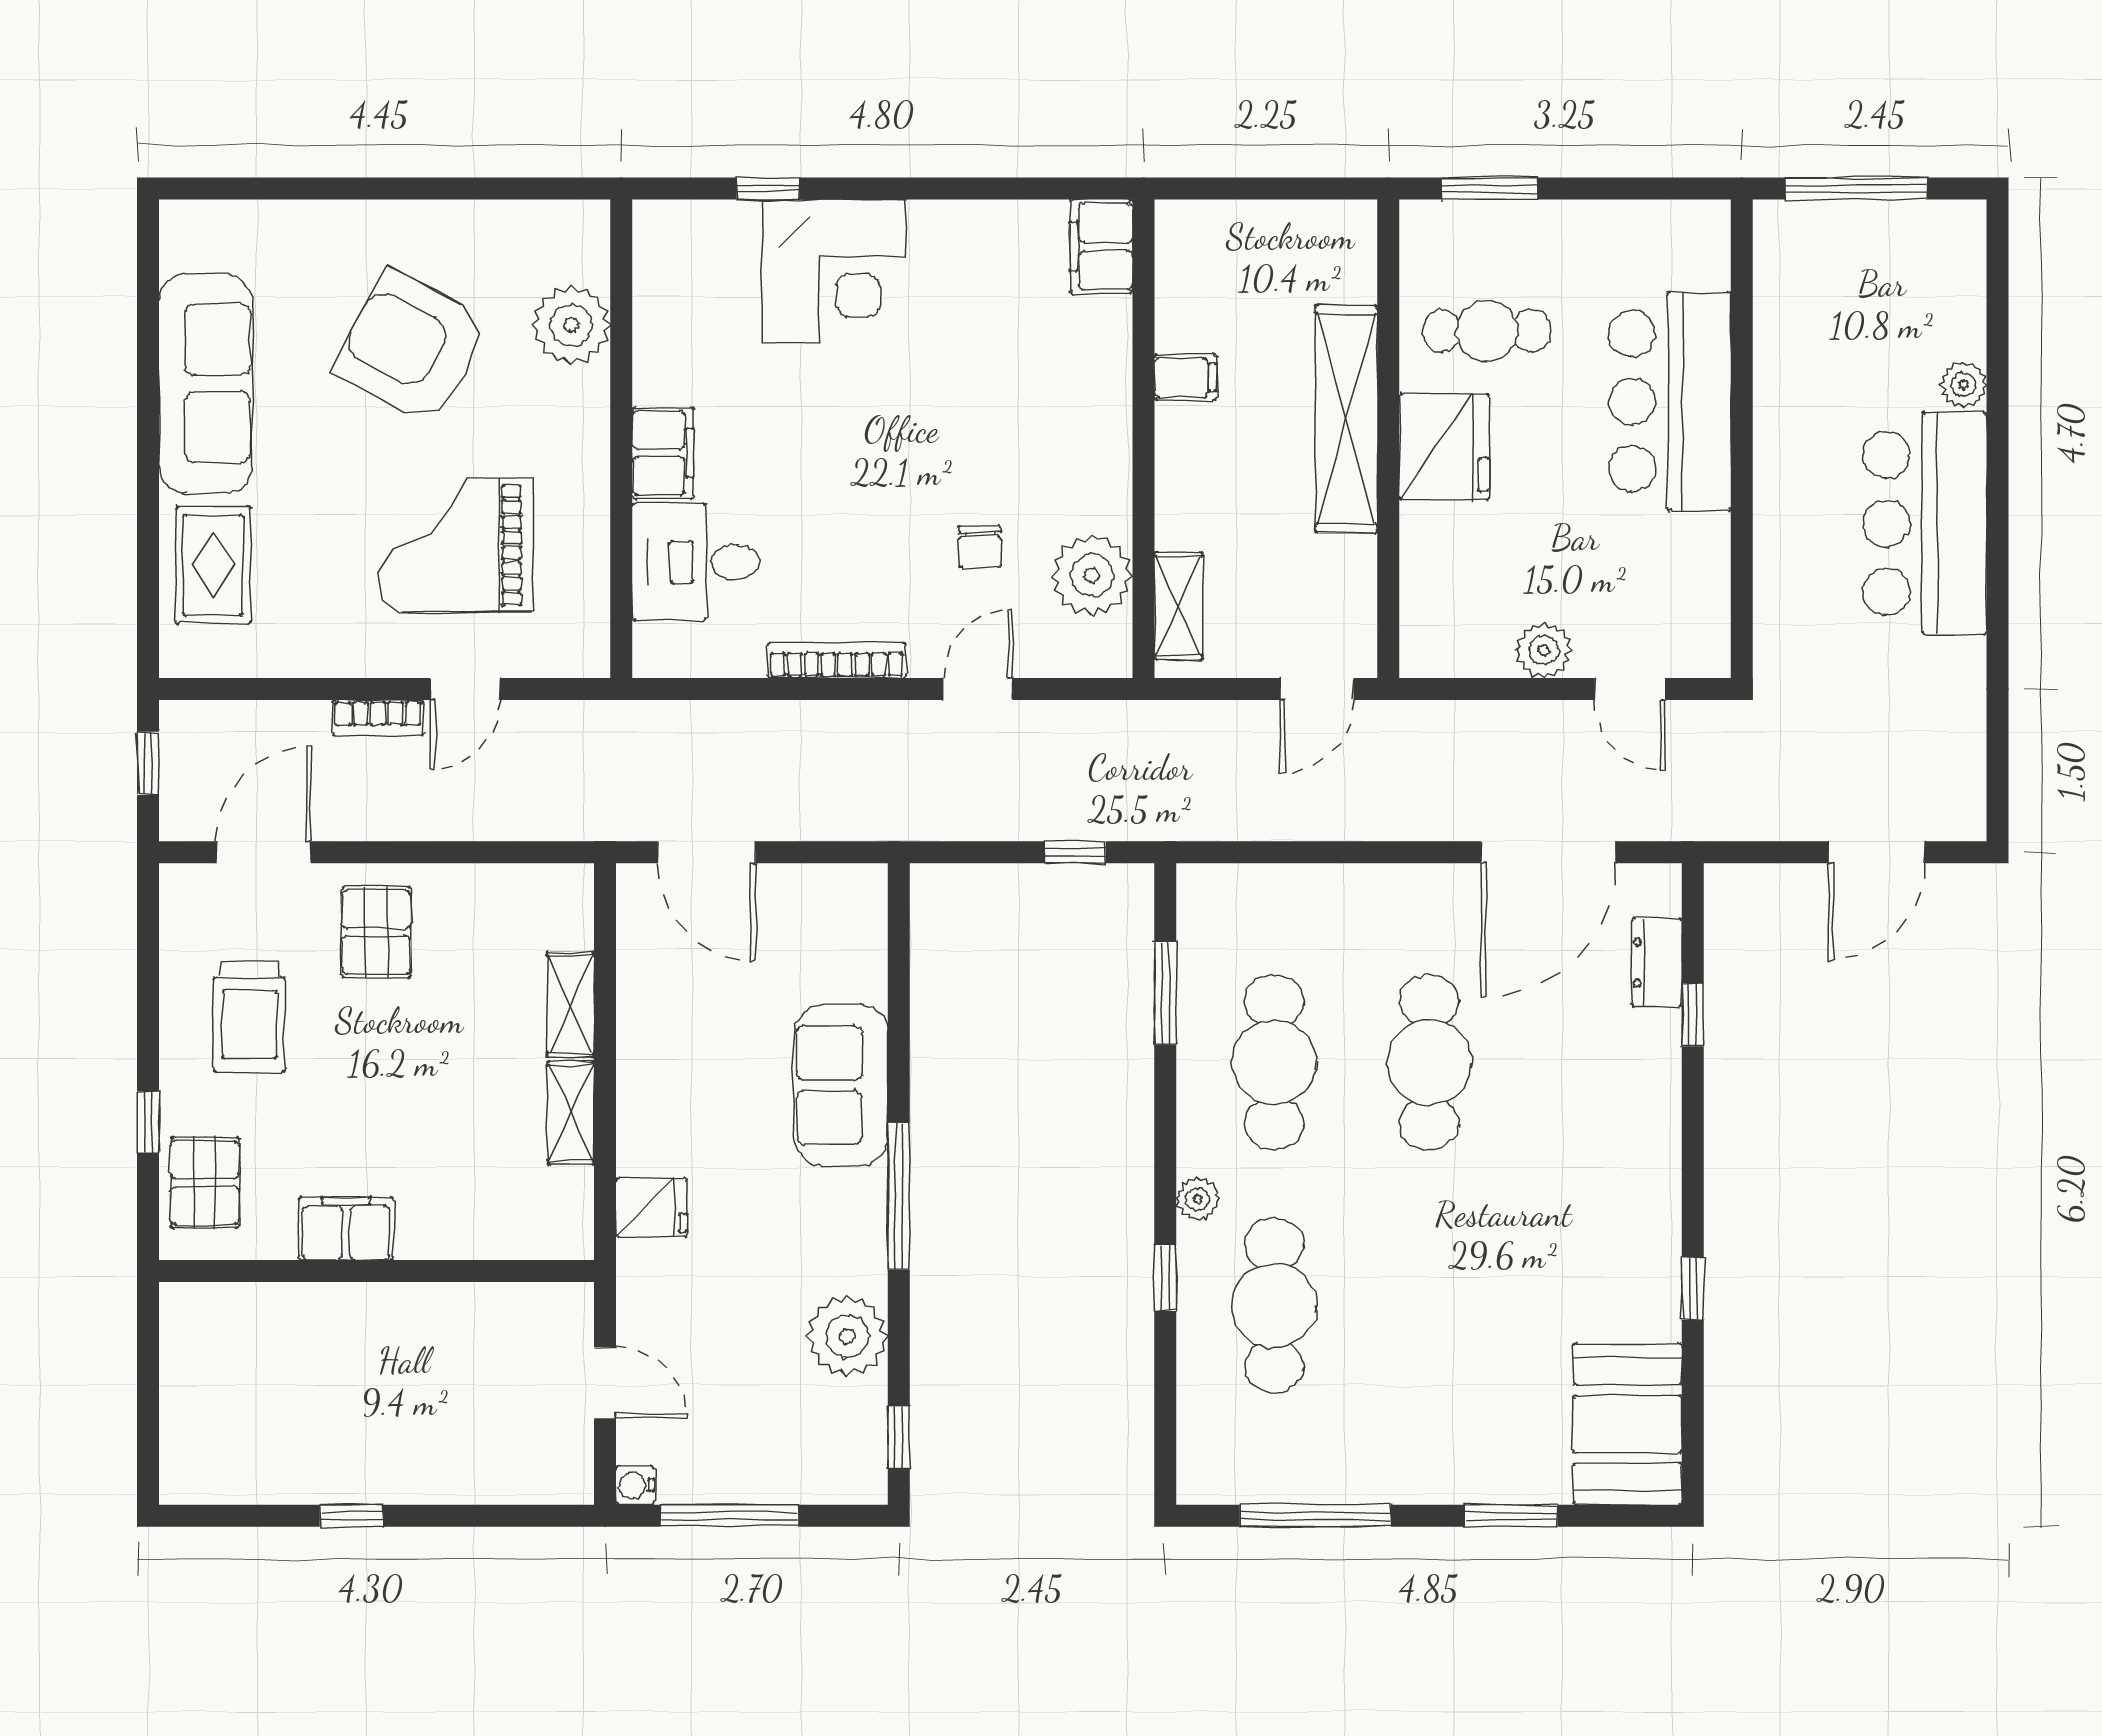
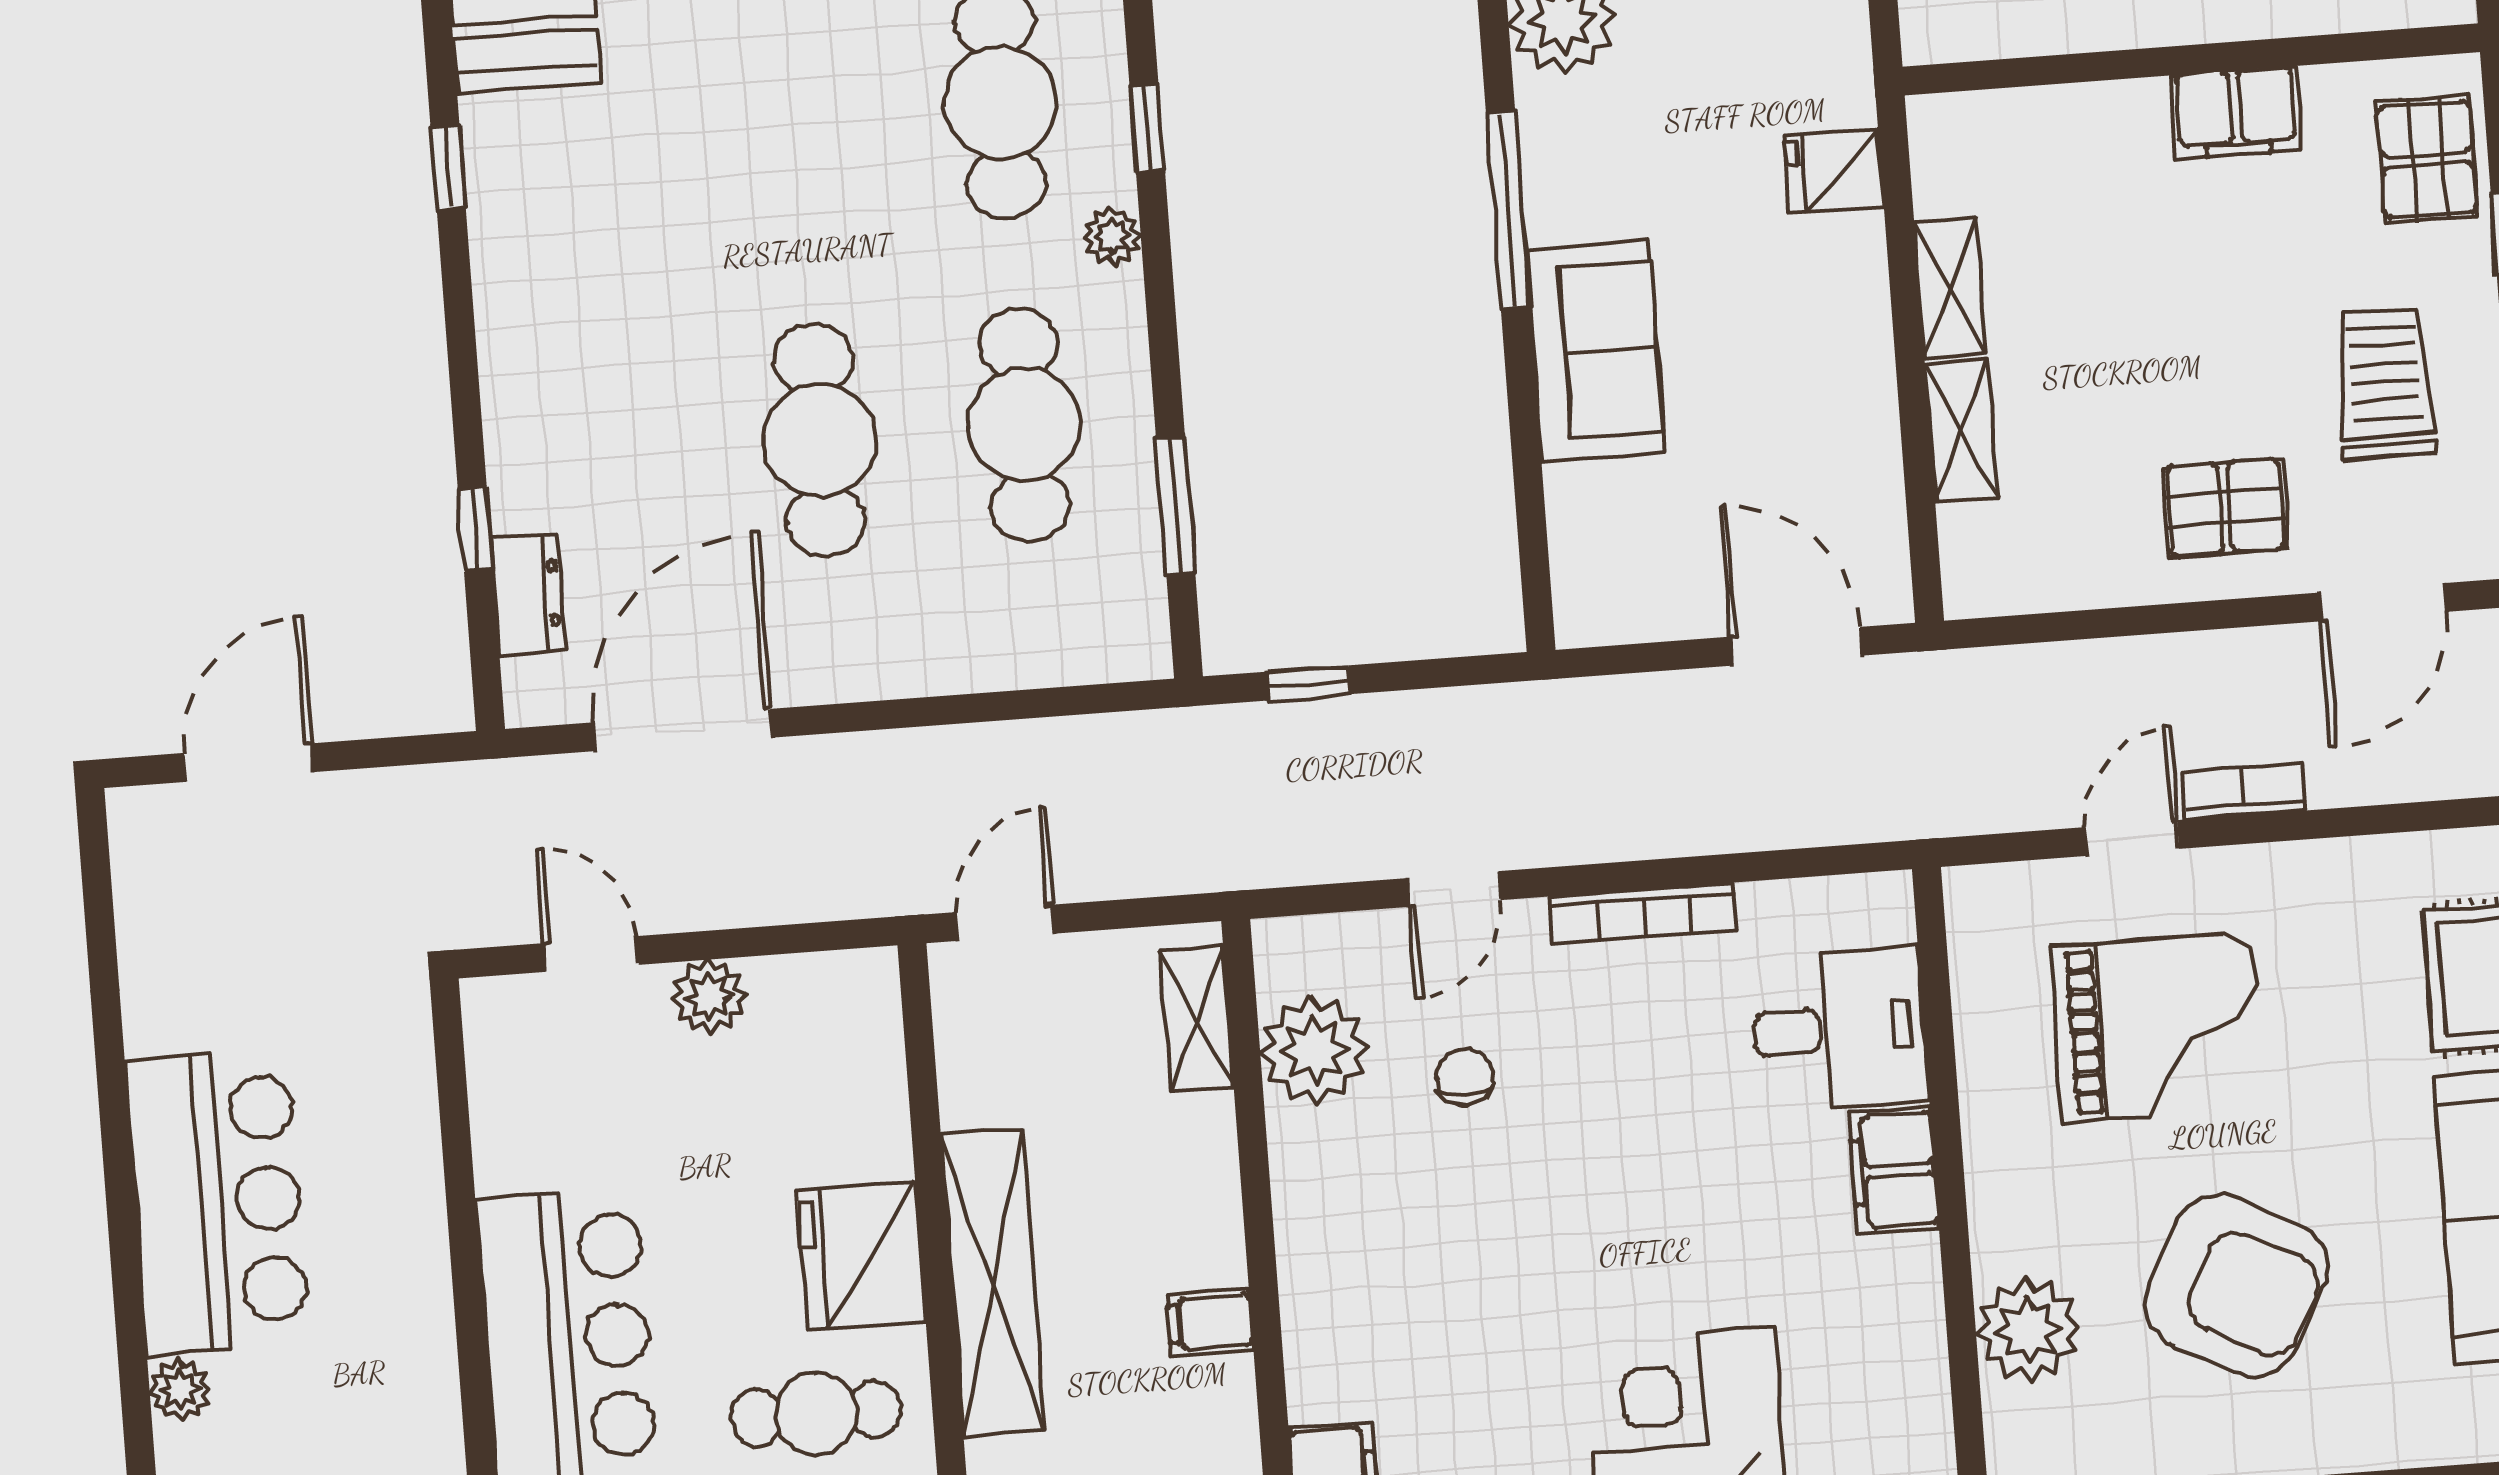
pallet: (376, 932) -> (2225, 508), turned 90

